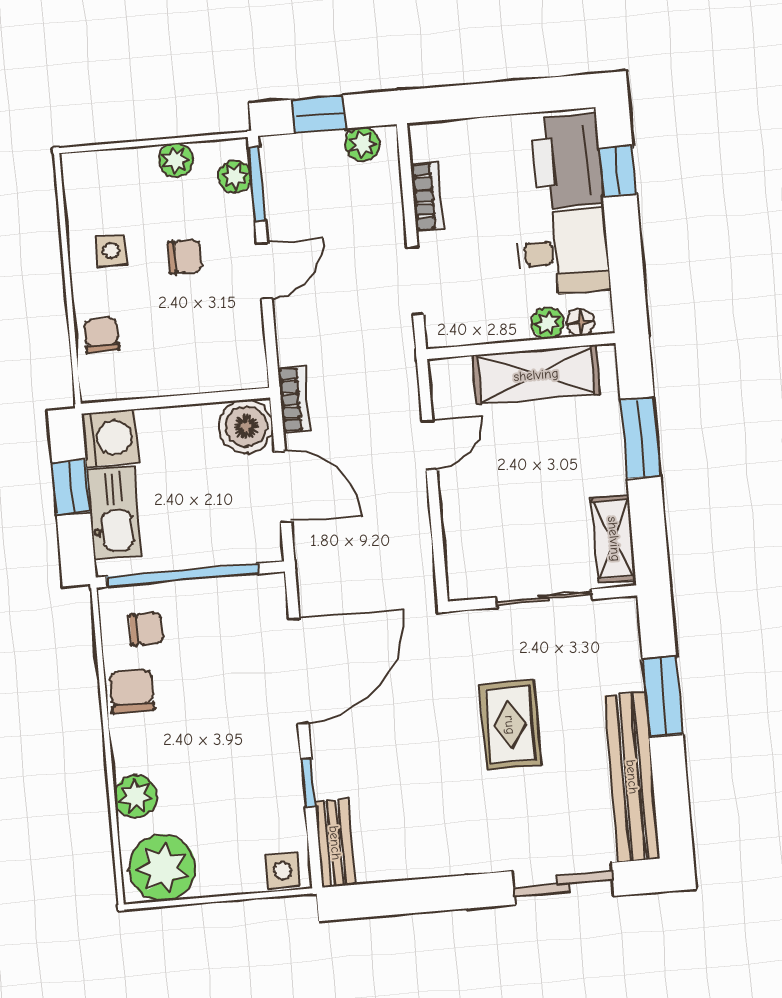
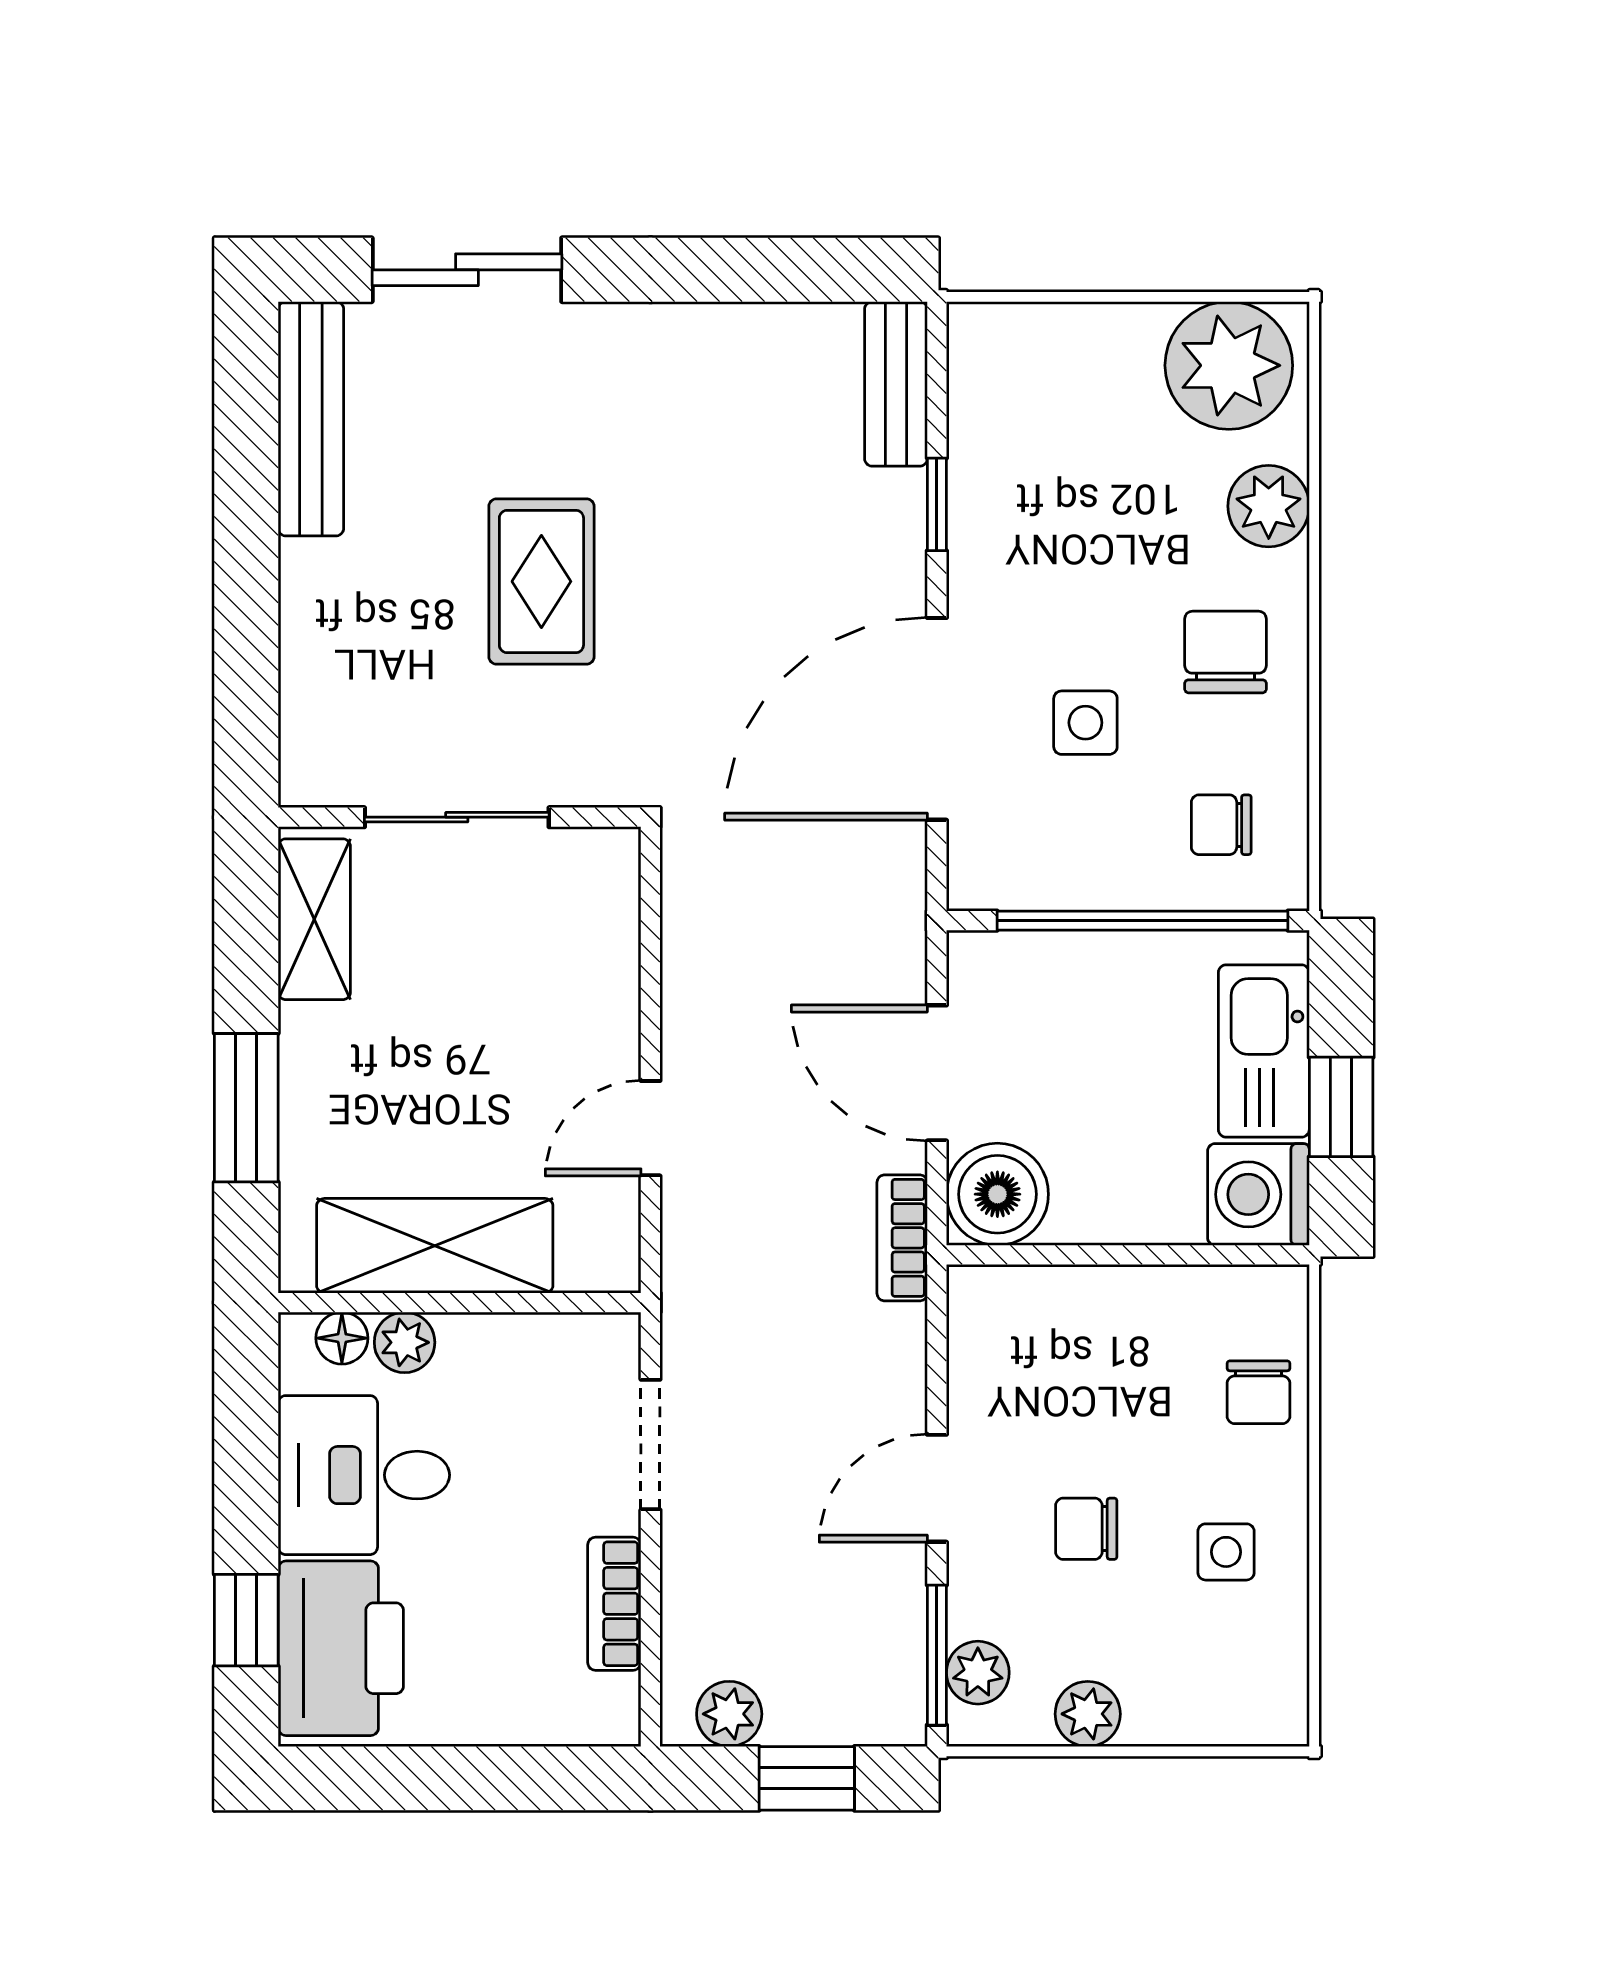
chair: (132, 691) -> (1226, 652), moved, turned 180
window: (663, 697) -> (246, 610), removed
bench: (632, 777) -> (311, 419), width x0.73, depth x0.82
side table: (283, 871) -> (1085, 723), moved

